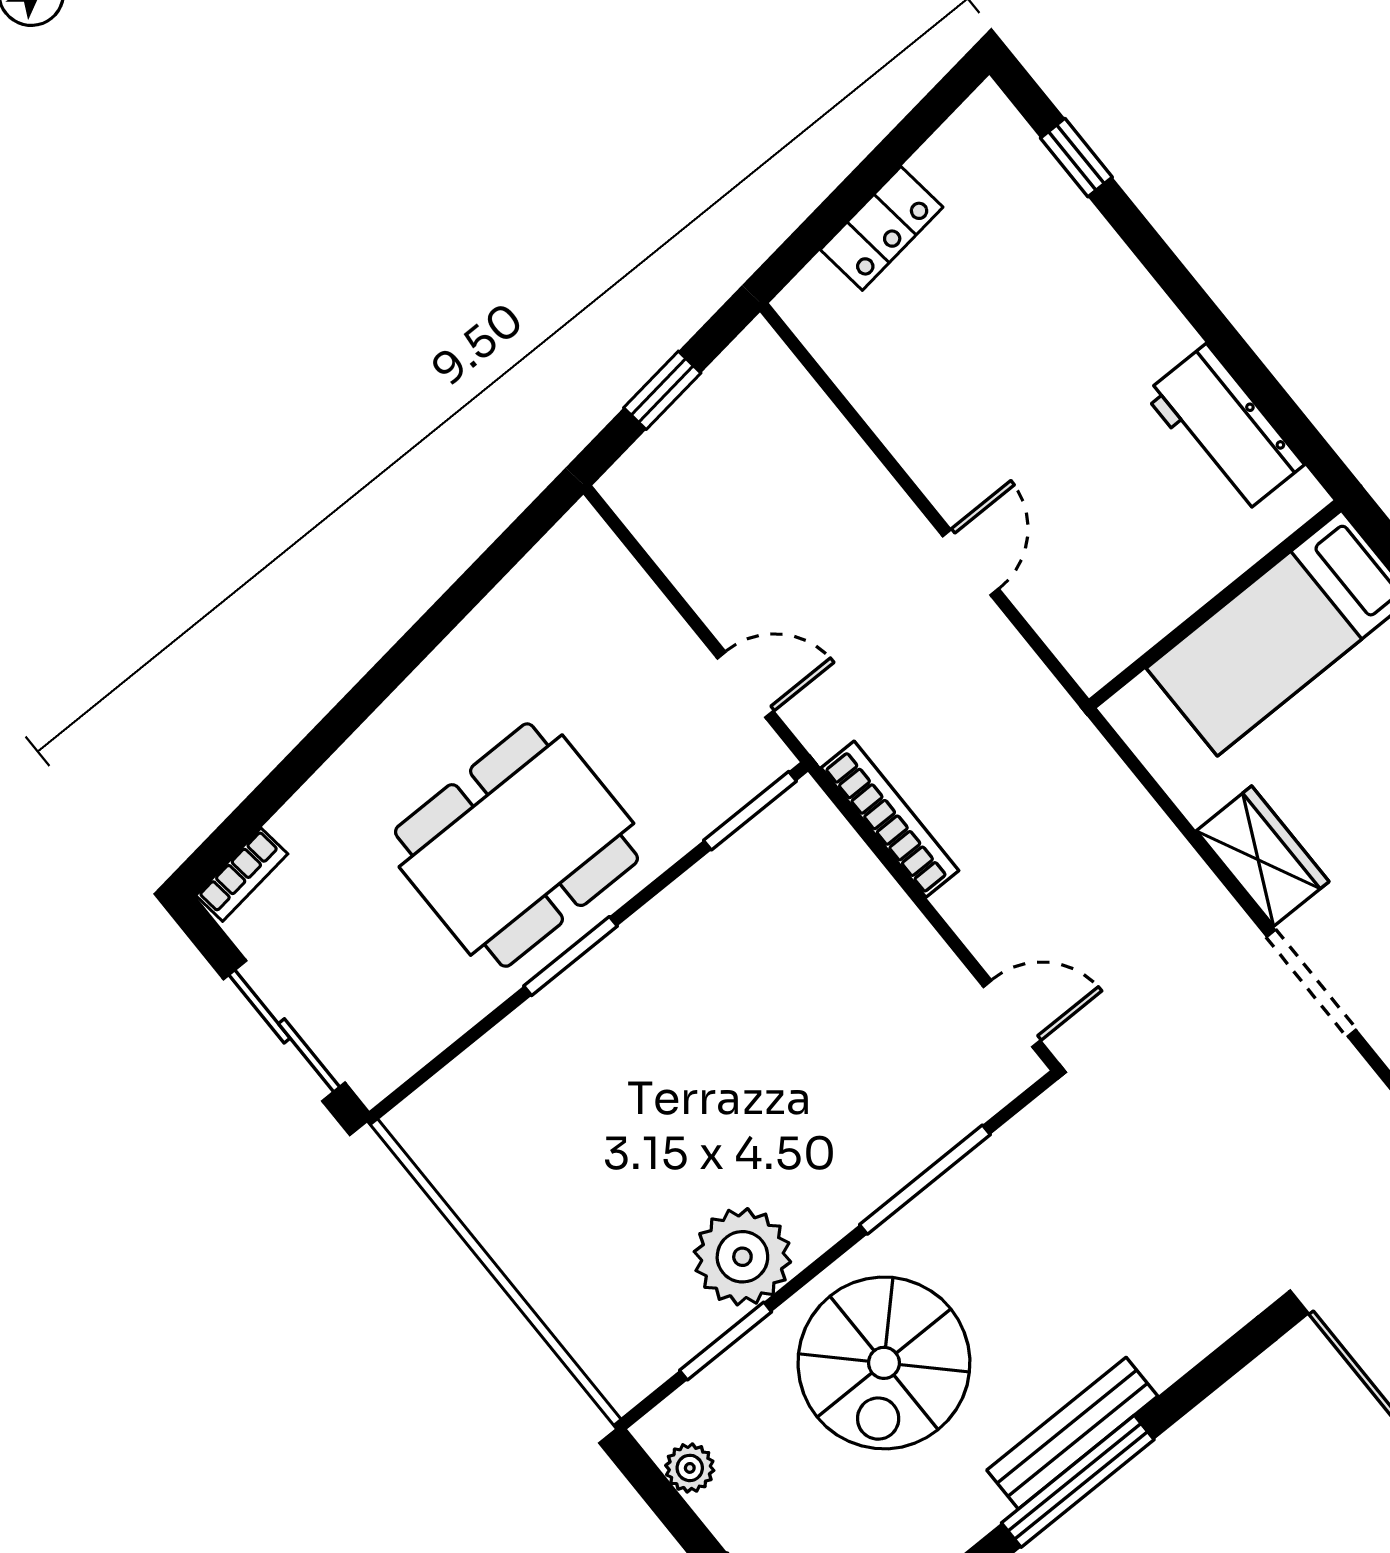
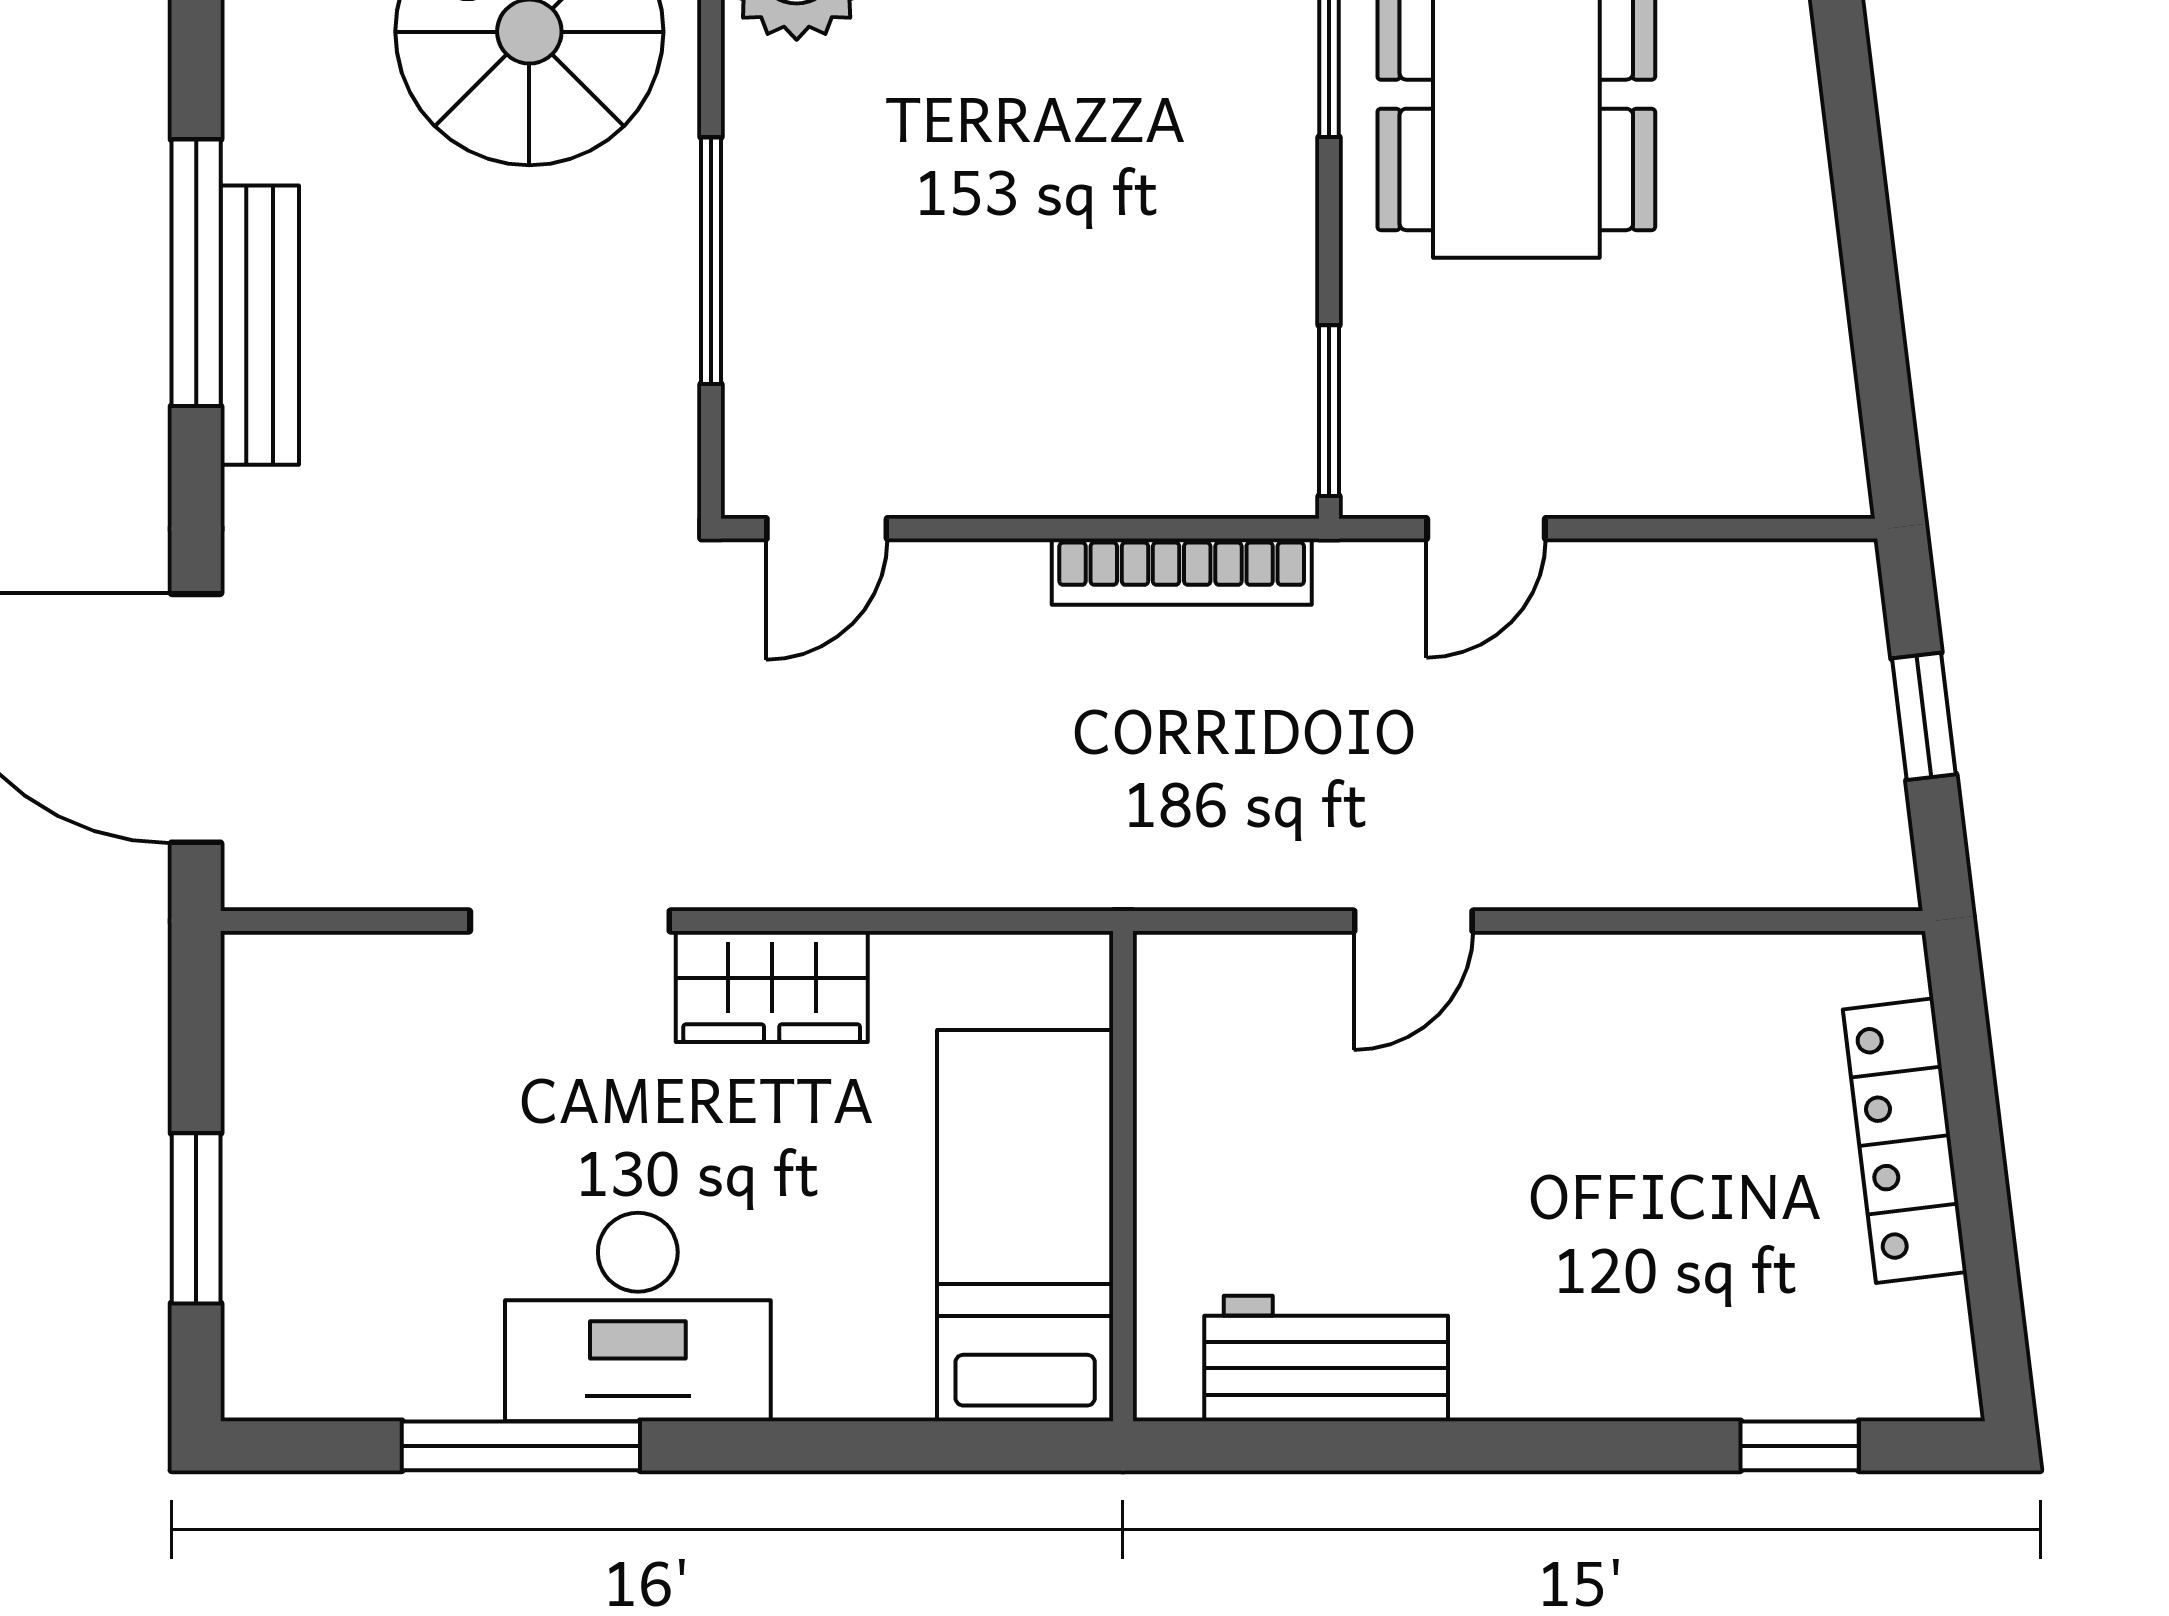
locker: (882, 228) -> (1905, 1141), width x1.53
door: (971, 562) -> (1413, 921), hinge flipped
bench: (1072, 1433) -> (260, 325), moved
window: (1078, 1481) -> (196, 273), moved

